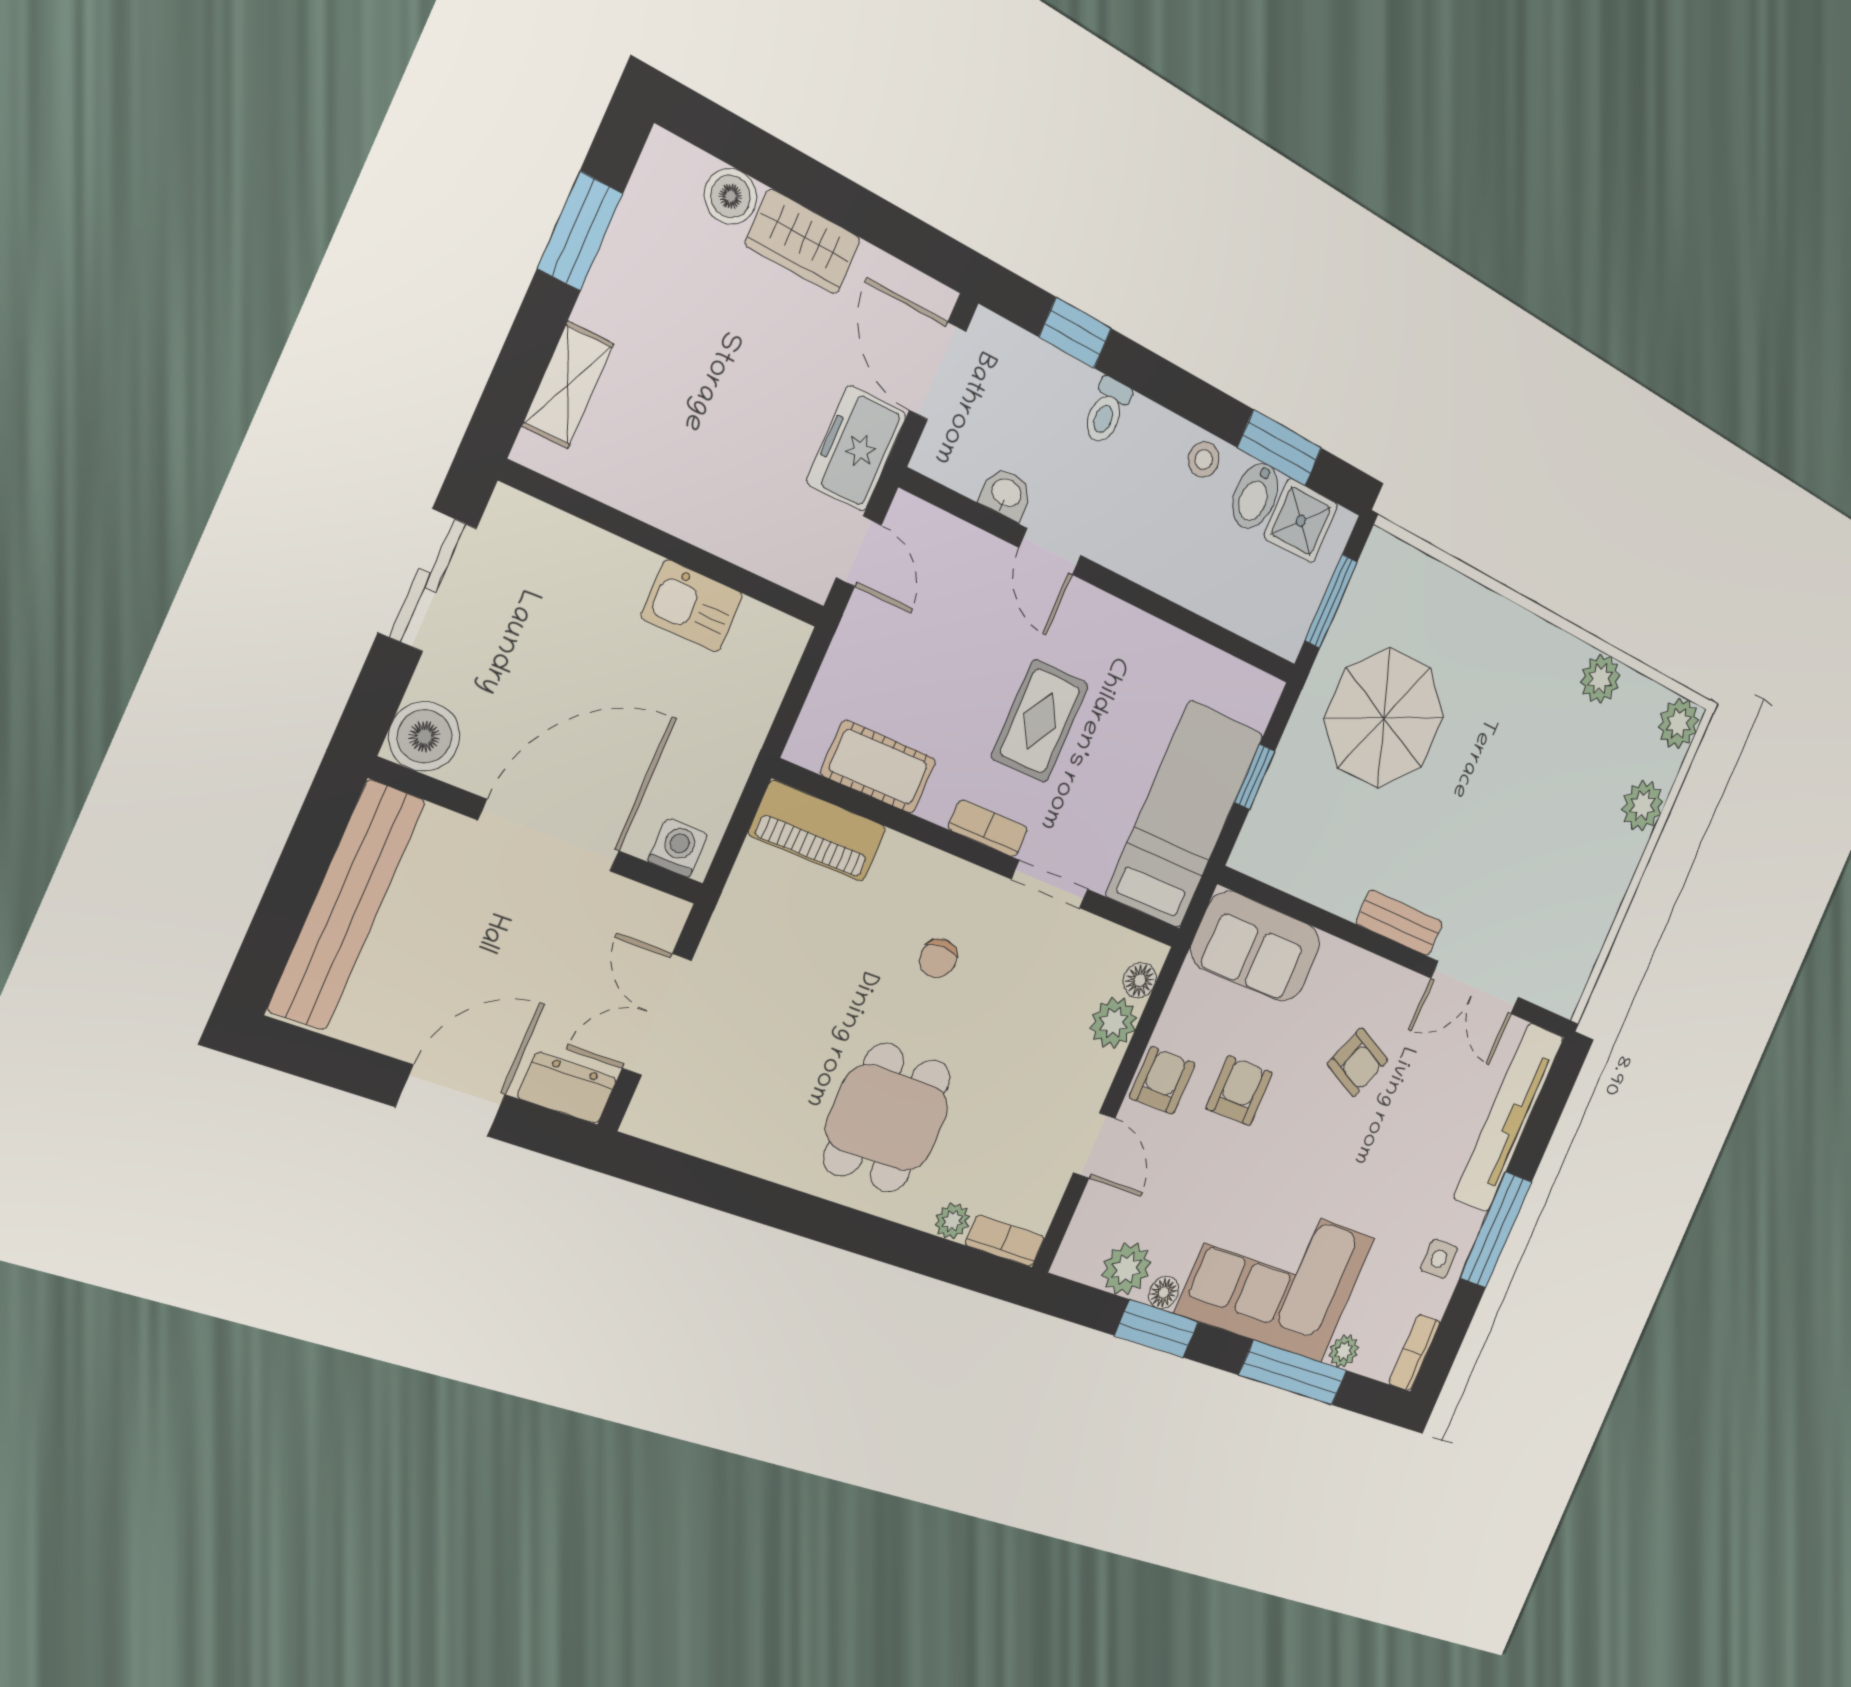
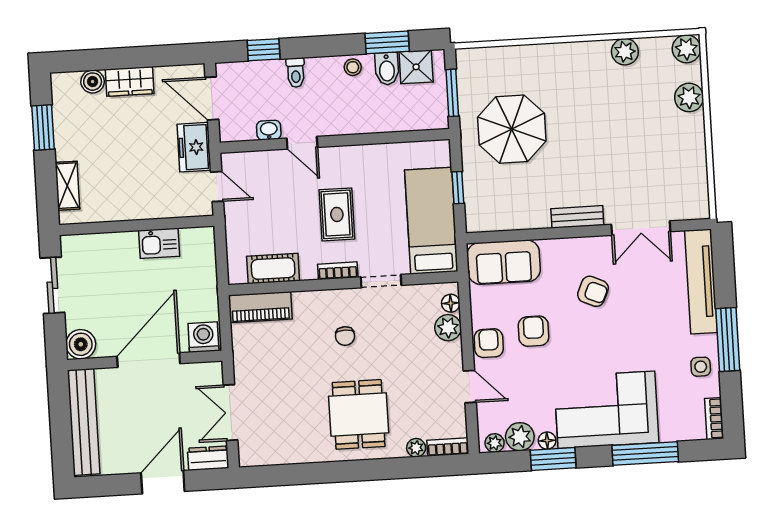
washing machine: (678, 848) -> (203, 337), width x1.38, depth x1.38
plant: (1344, 1351) -> (495, 443), moved

